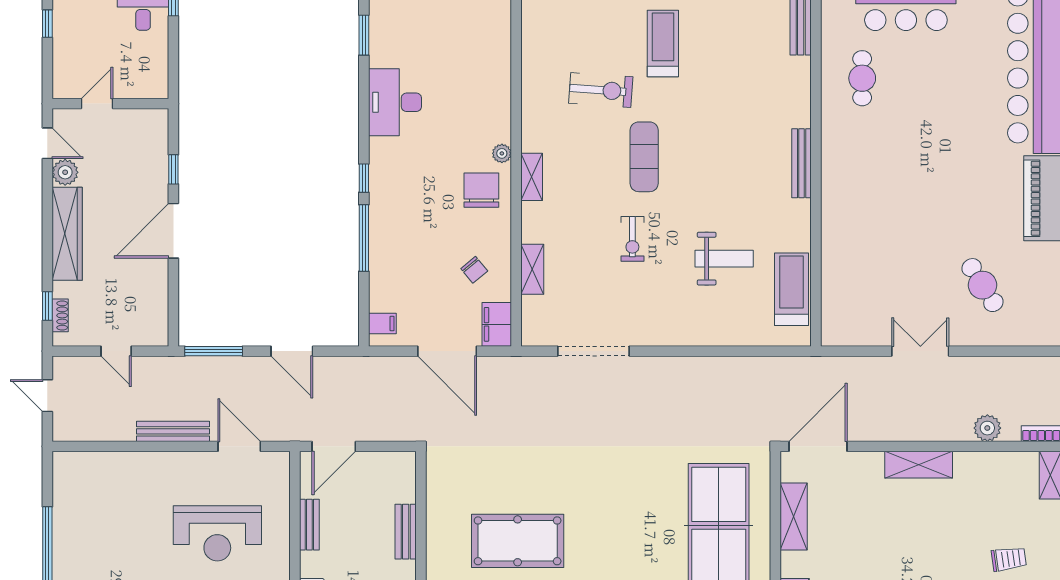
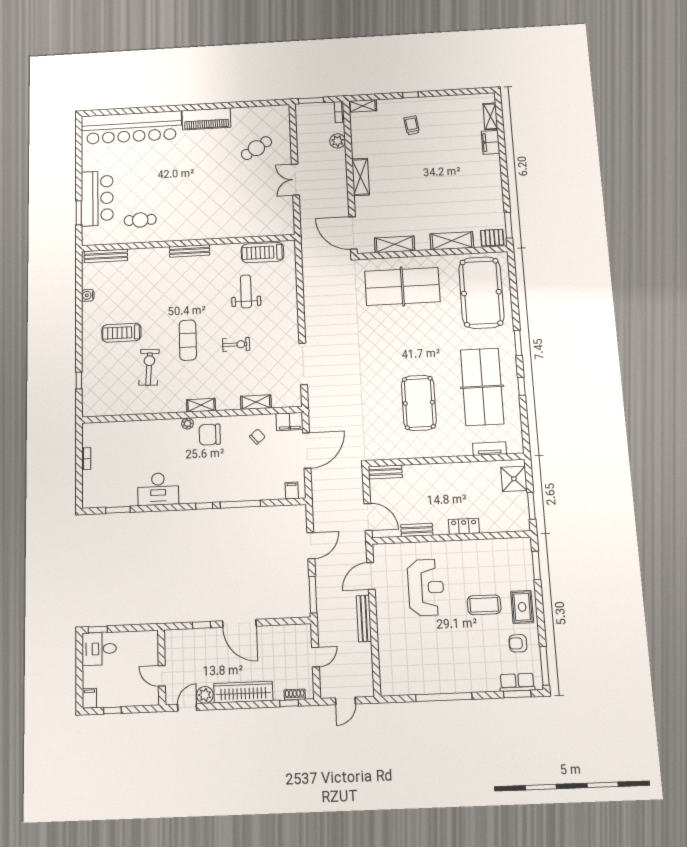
exercise mat: (644, 157) -> (188, 340), turned 90
bench: (406, 532) -> (385, 472), moved

